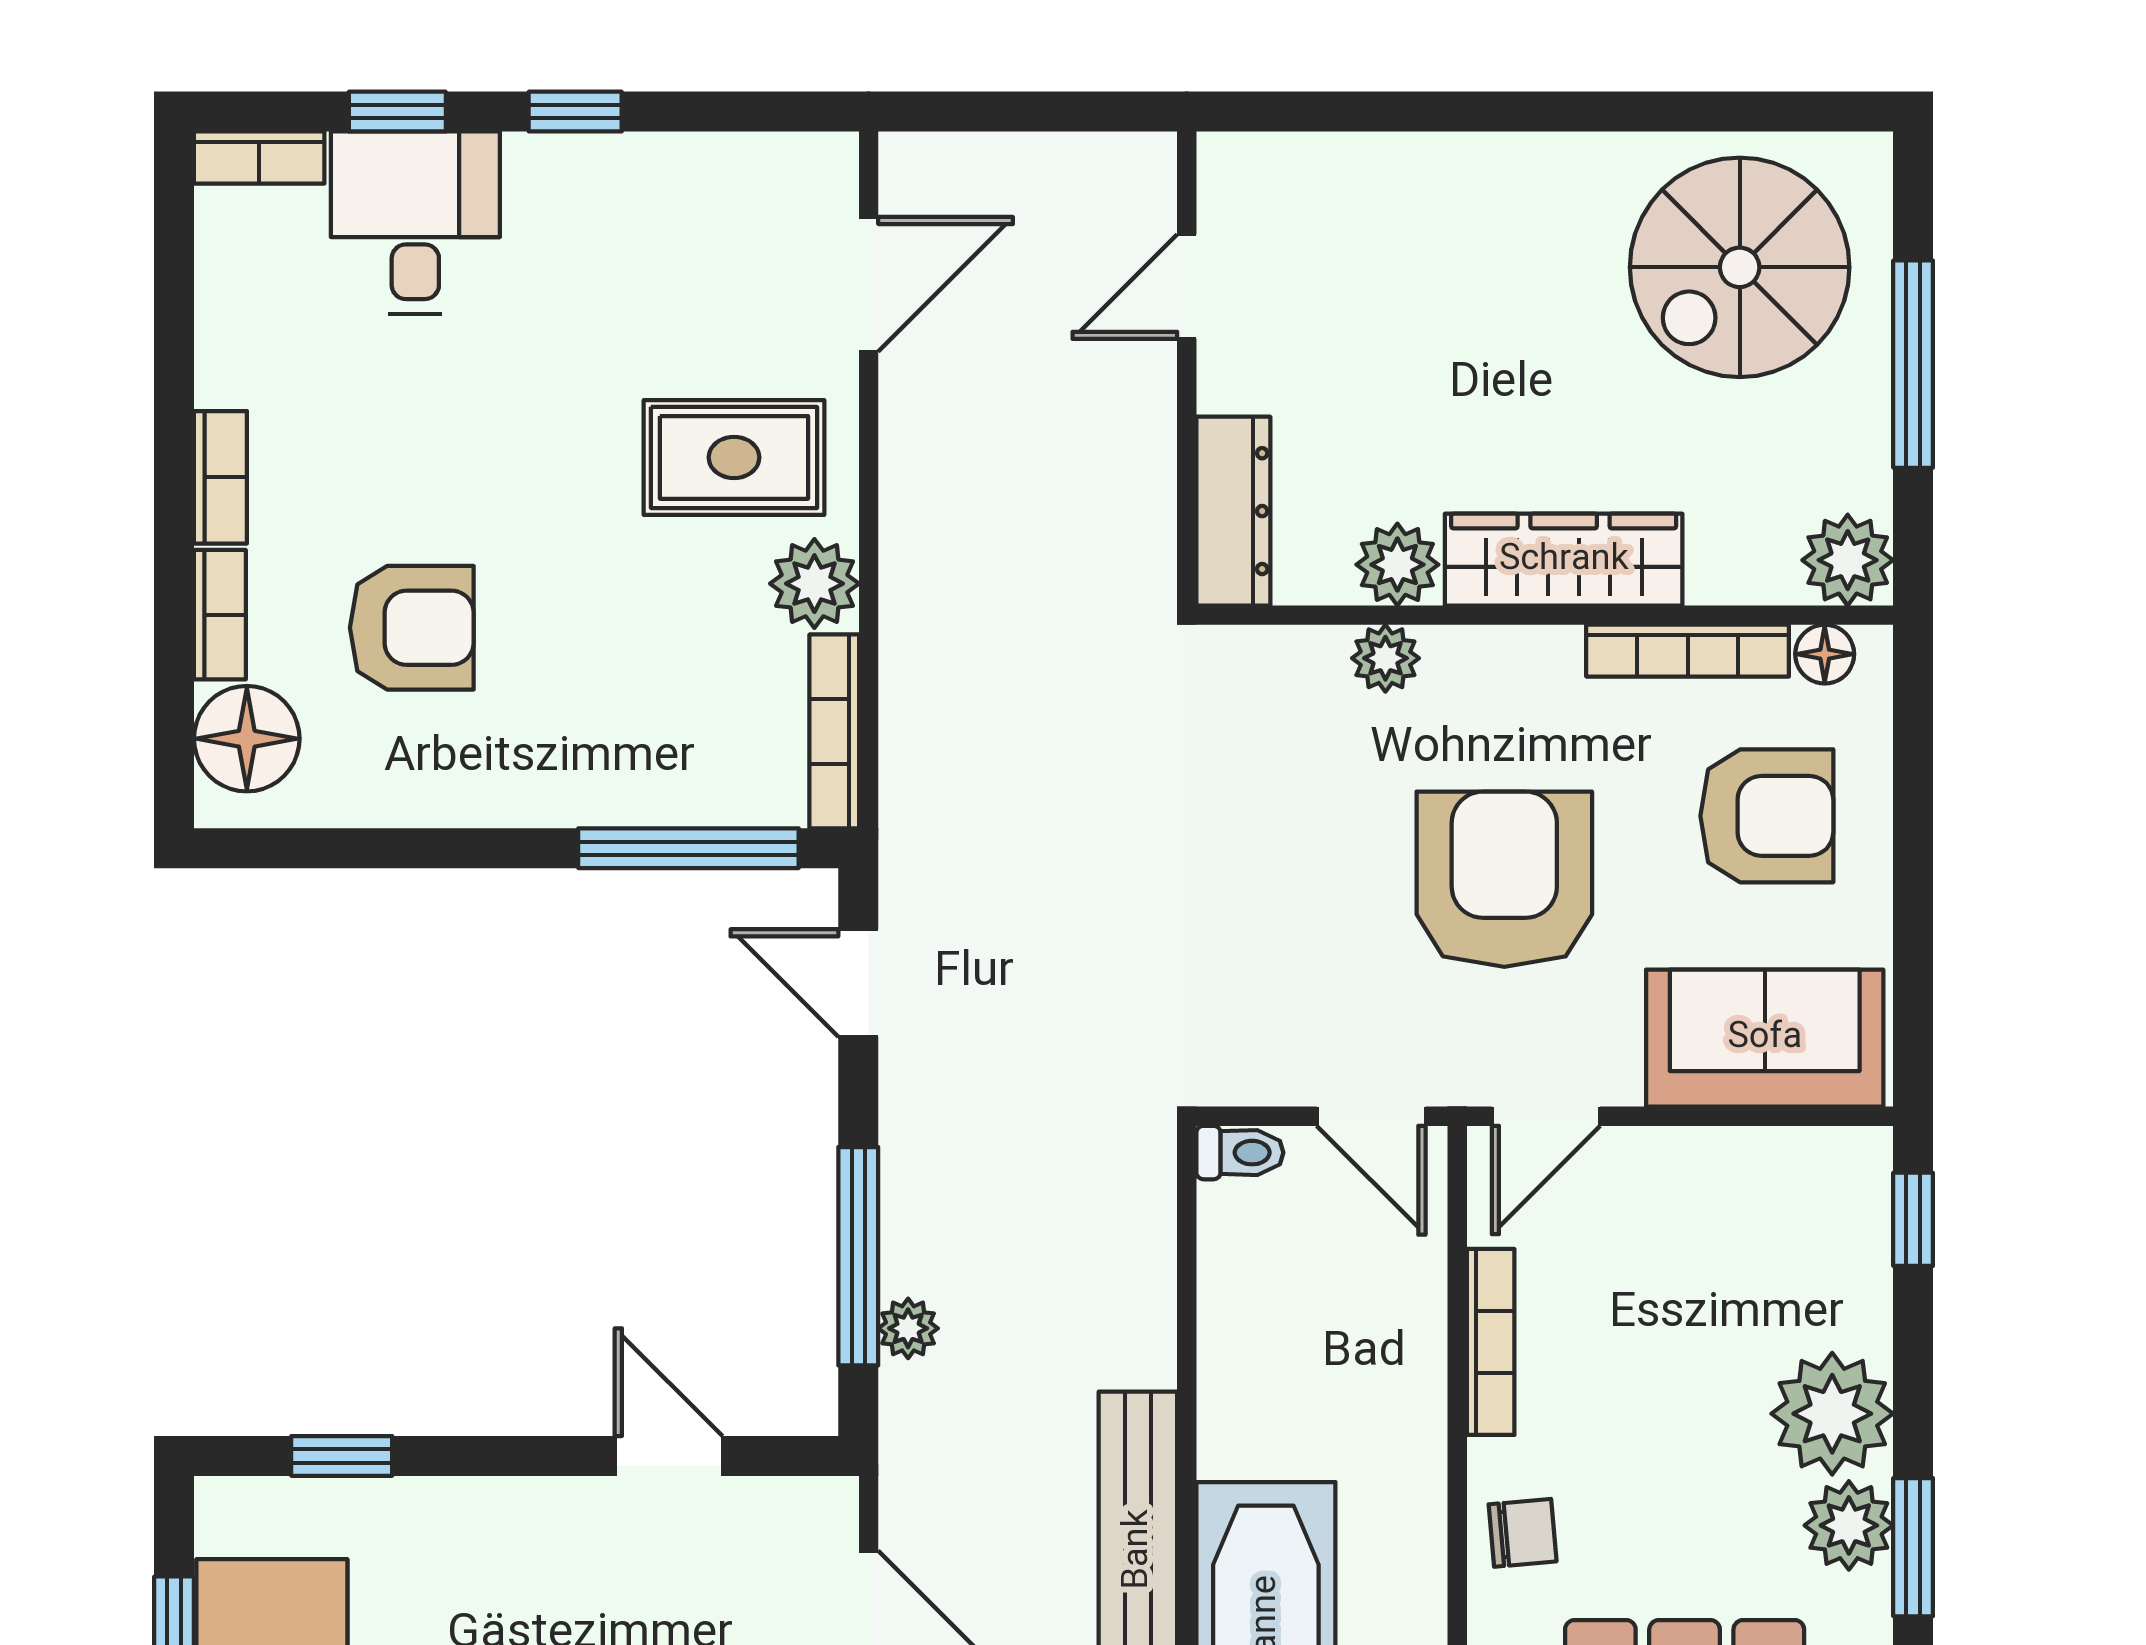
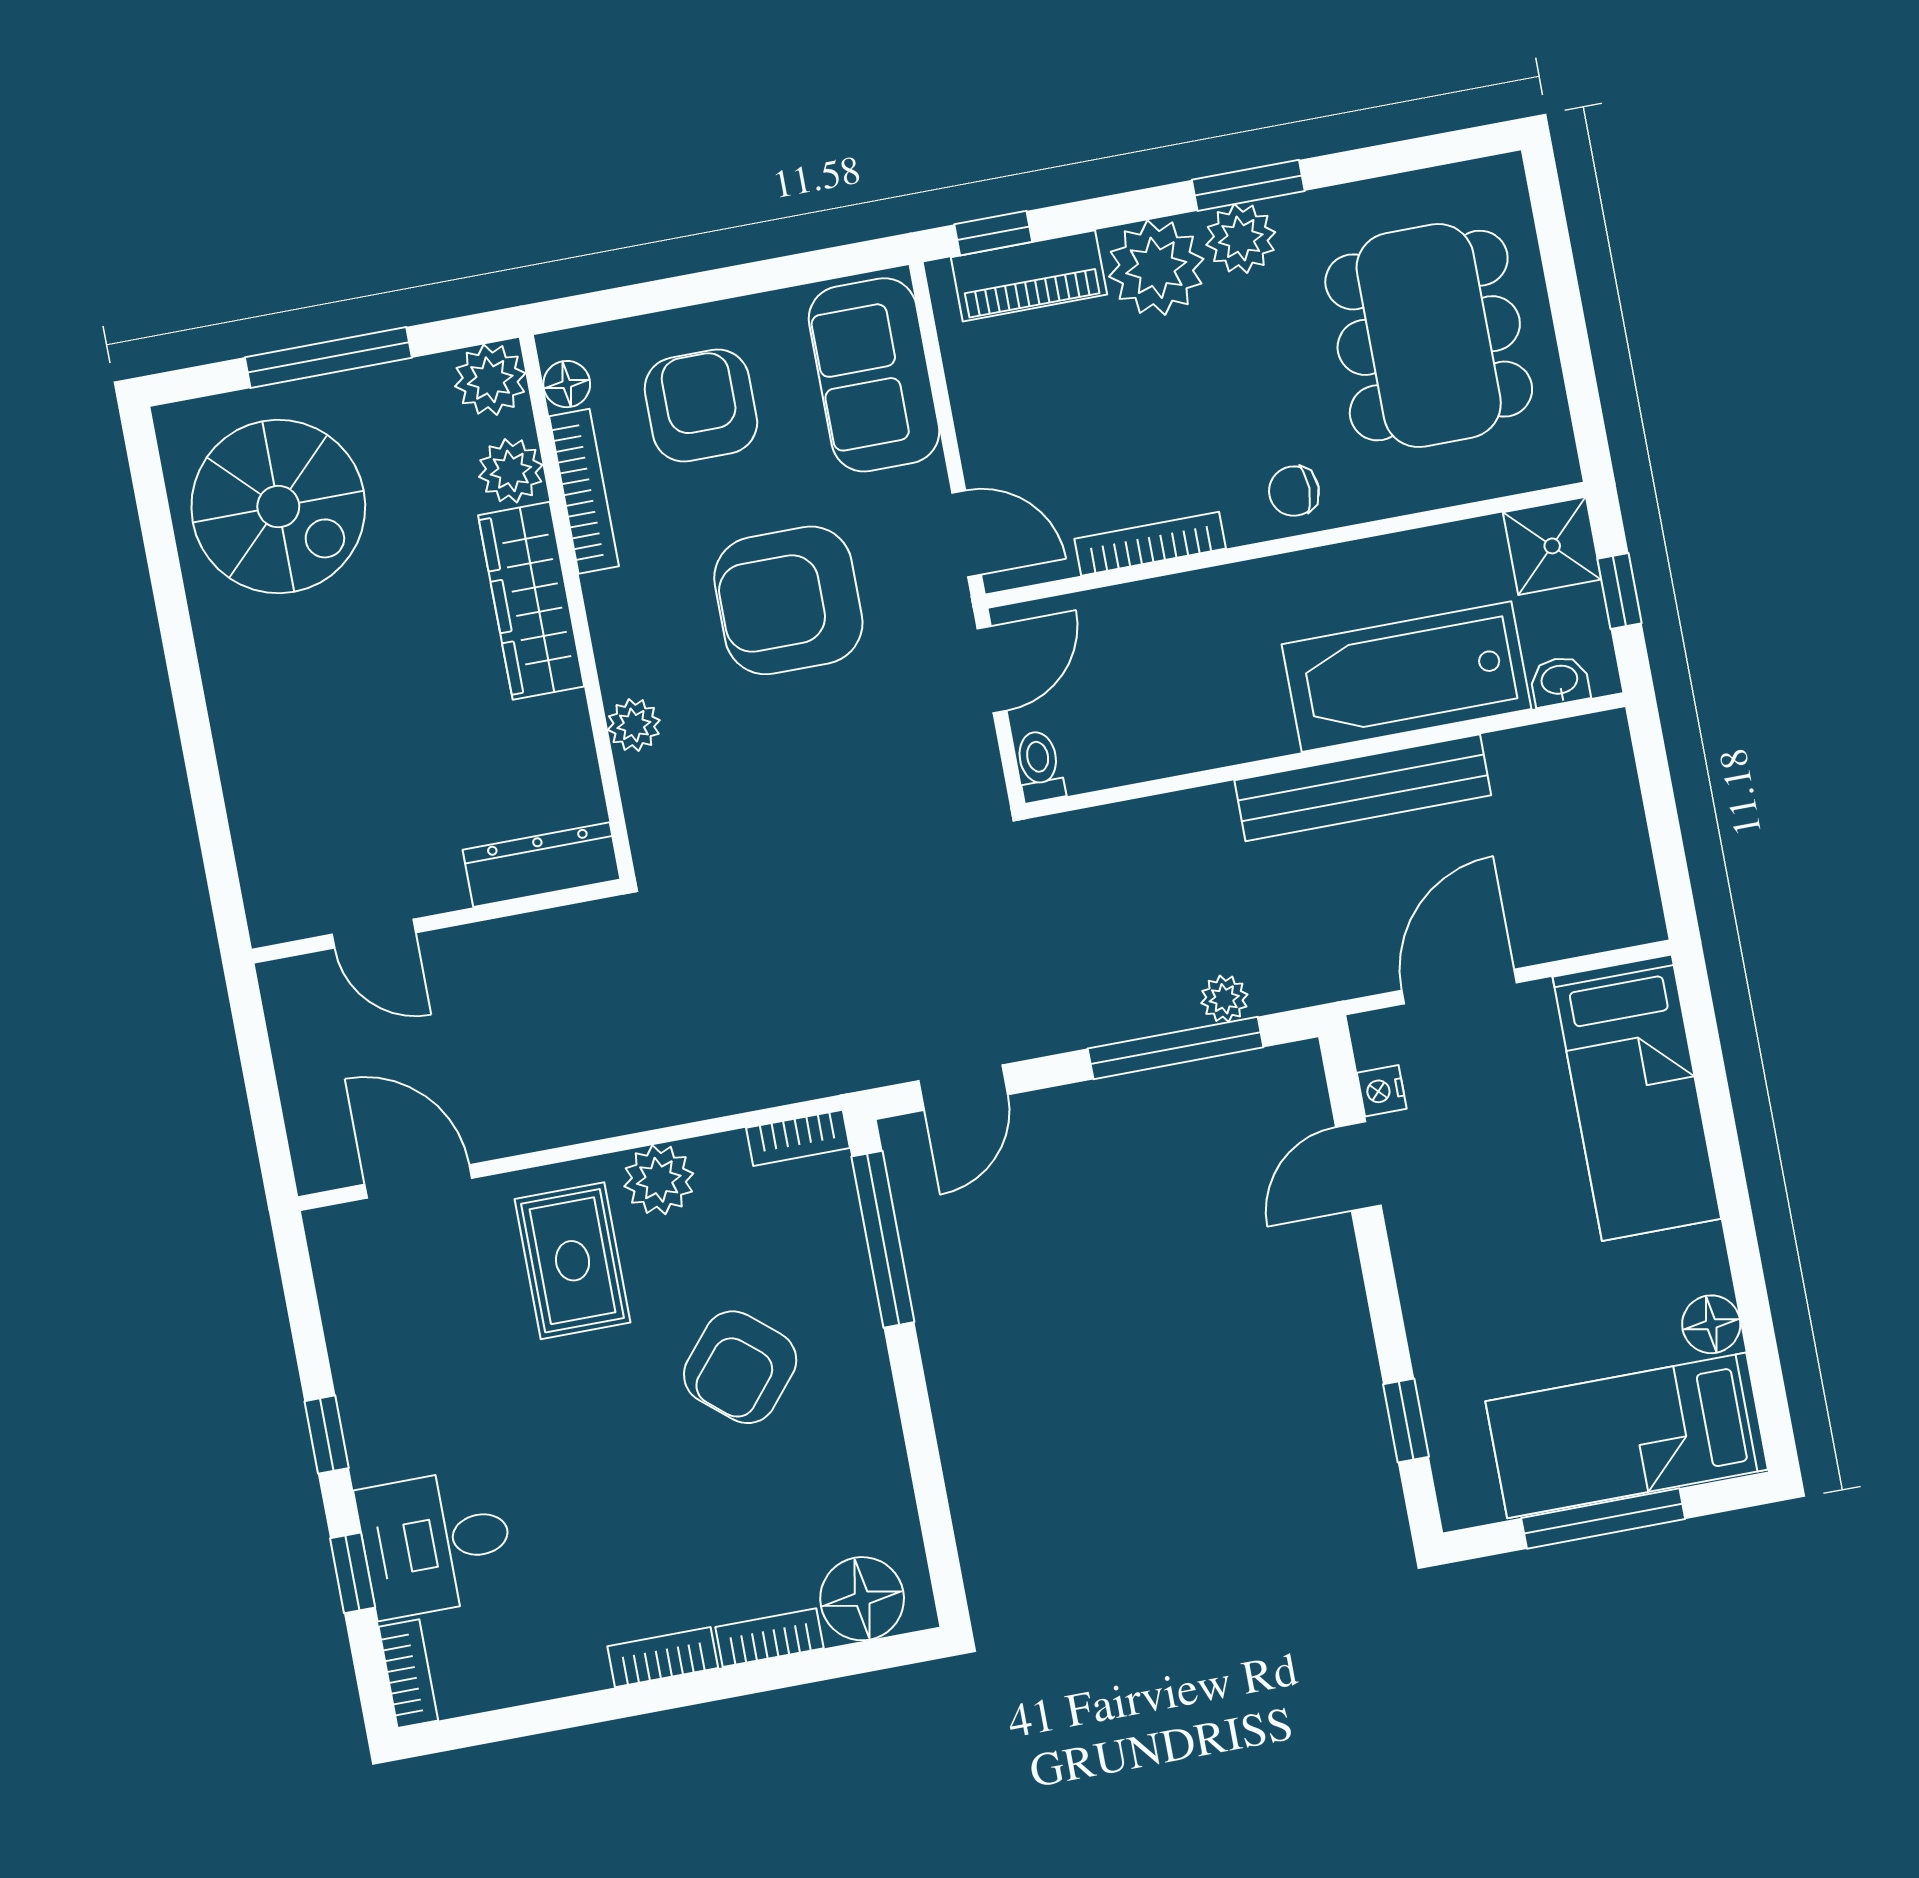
plant: (1397, 565) -> (511, 471), moved
armchair: (412, 628) -> (740, 1367), moved, turned -140
bookcase: (834, 731) -> (798, 1138), width x0.64
piano: (1852, 1254) -> (1029, 276), added
nightstand: (757, 1503) -> (1382, 1091), added
chair: (1523, 1533) -> (1294, 491), turned -85

